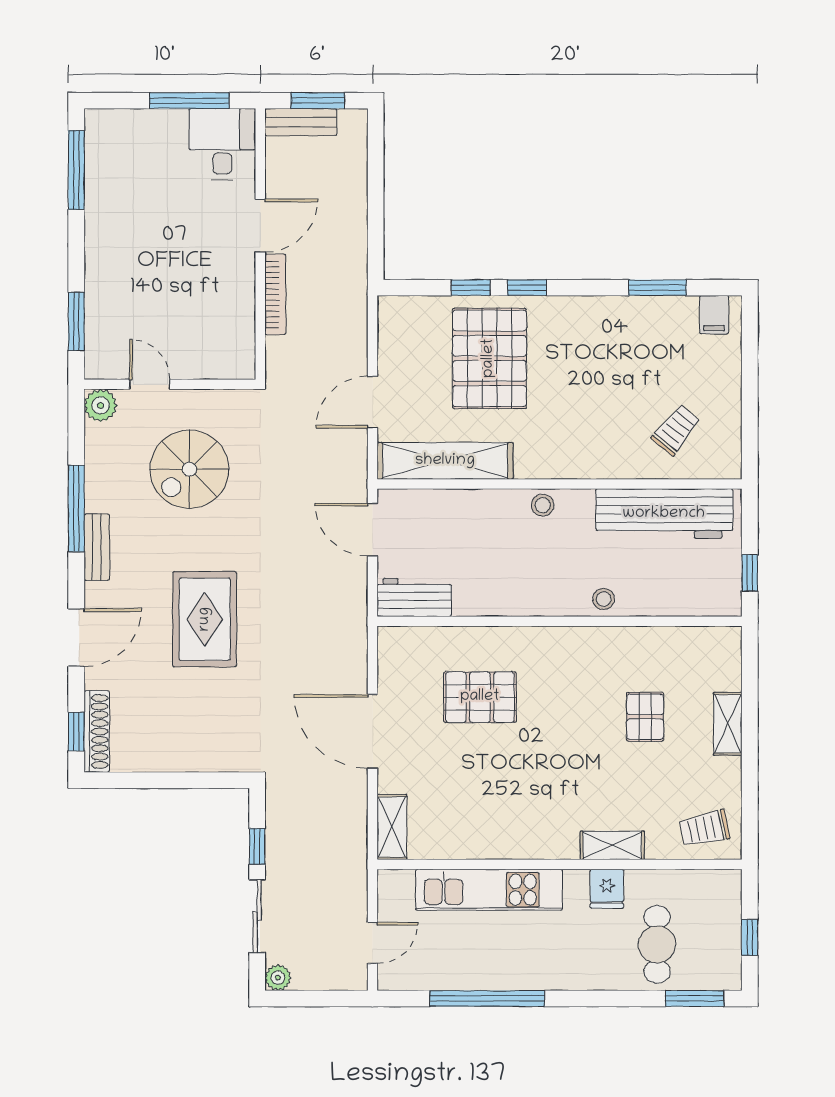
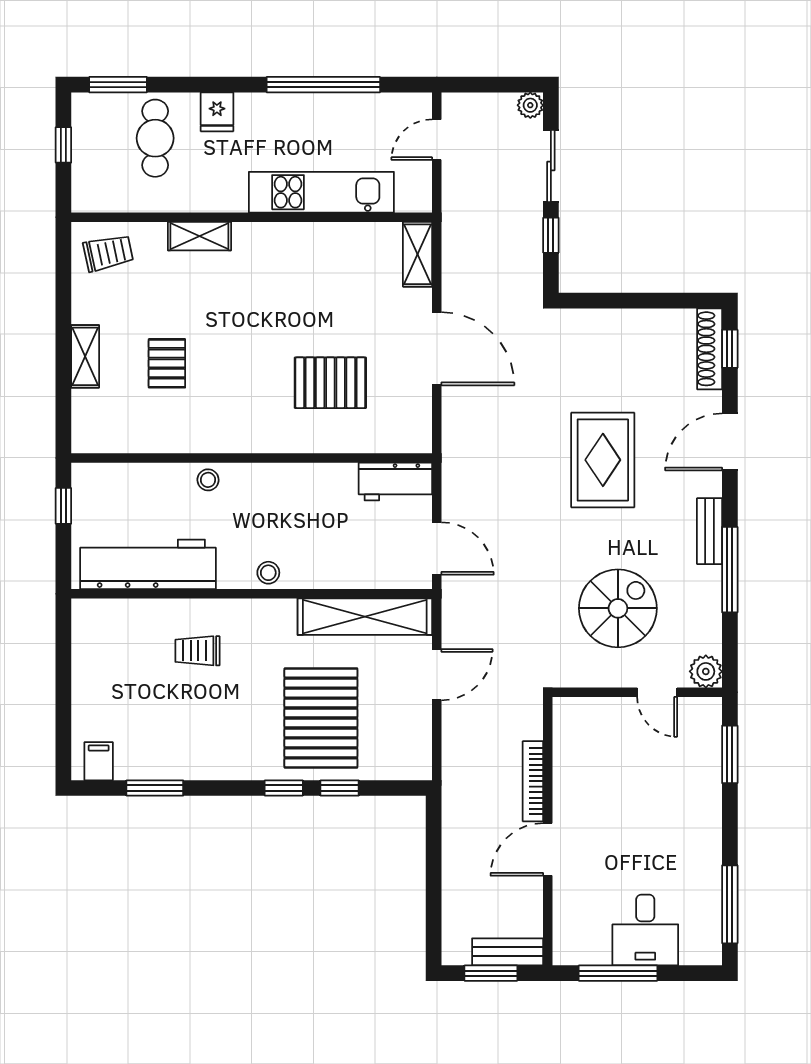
desk: (222, 144) -> (645, 930), moved
trolley: (676, 430) -> (197, 651), moved, turned 51
fridge: (607, 889) -> (217, 112), moved, turned 180

